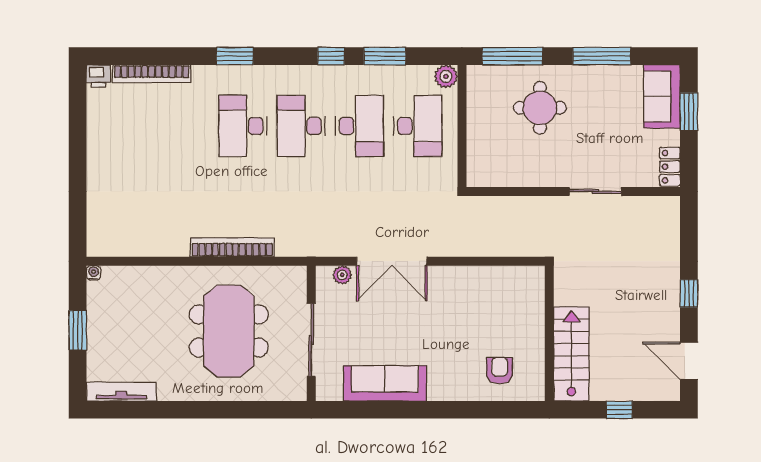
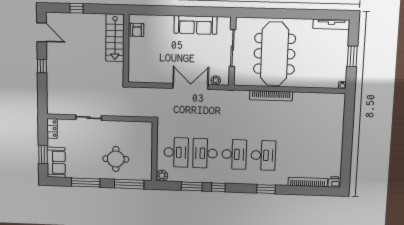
desk: (418, 126) -> (176, 152), turned 180
meeting table: (229, 331) -> (275, 54), width x1.36
wall: (549, 333) -> (126, 48), moved
stairs: (571, 354) -> (115, 38), moved

